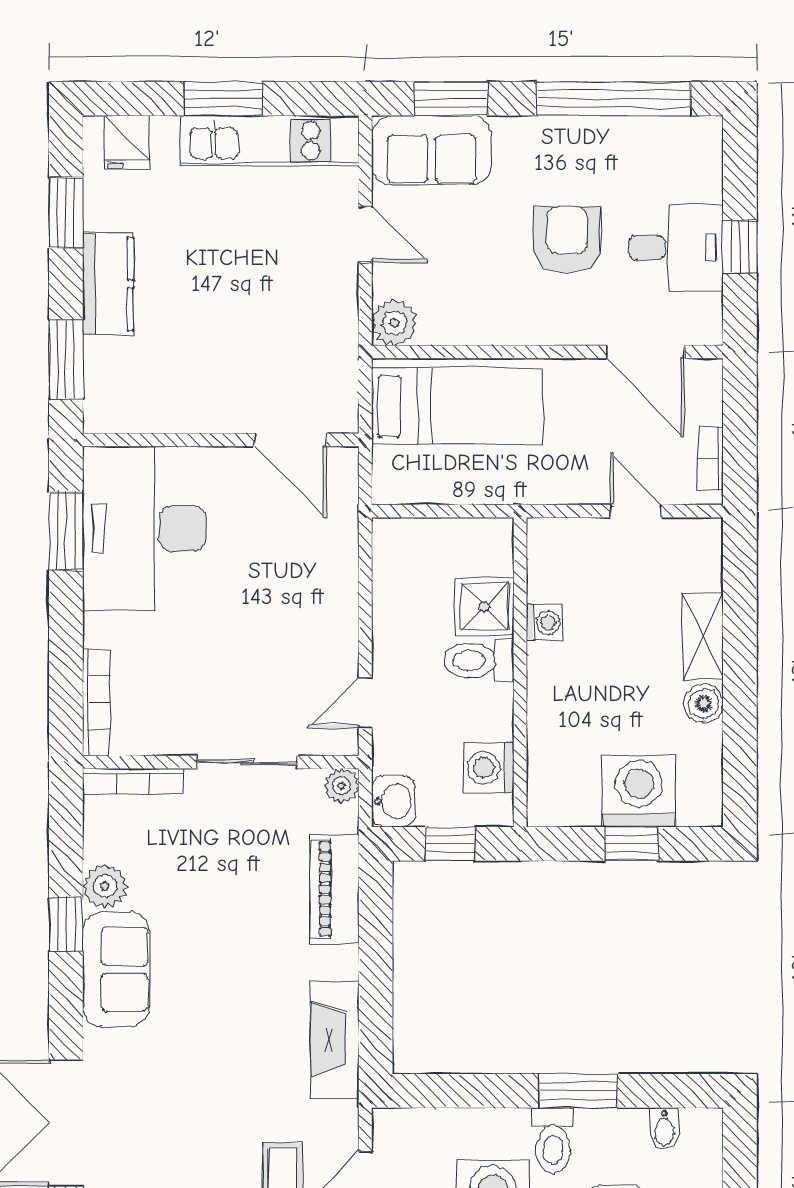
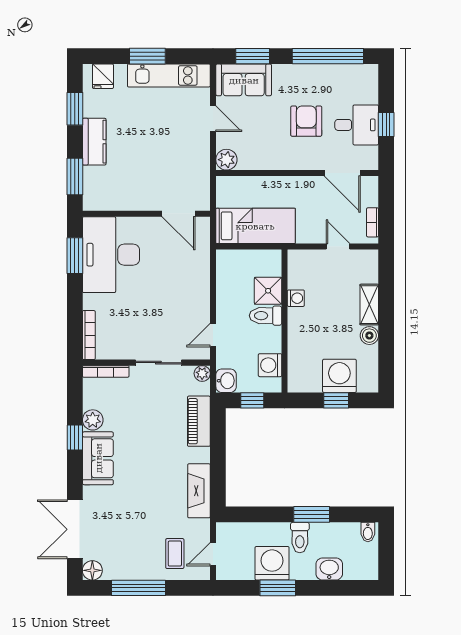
bed: (457, 406) -> (255, 226), moved
bidet: (664, 1129) -> (368, 532), moved

